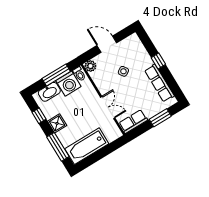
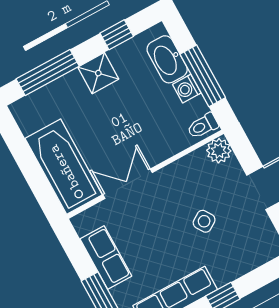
washing machine: (68, 84) -> (187, 89), width x0.53, depth x0.53
double door: (108, 107) -> (128, 184), swing flipped
row of seats: (133, 122) -> (106, 258), moved
bathtub: (87, 146) -> (64, 167), moved

